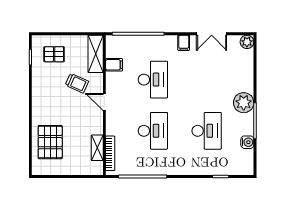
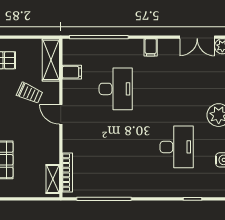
double door: (212, 34) -> (197, 37), moved
desk: (153, 131) -> (116, 147), removed
shelving: (97, 148) -> (53, 179), moved

